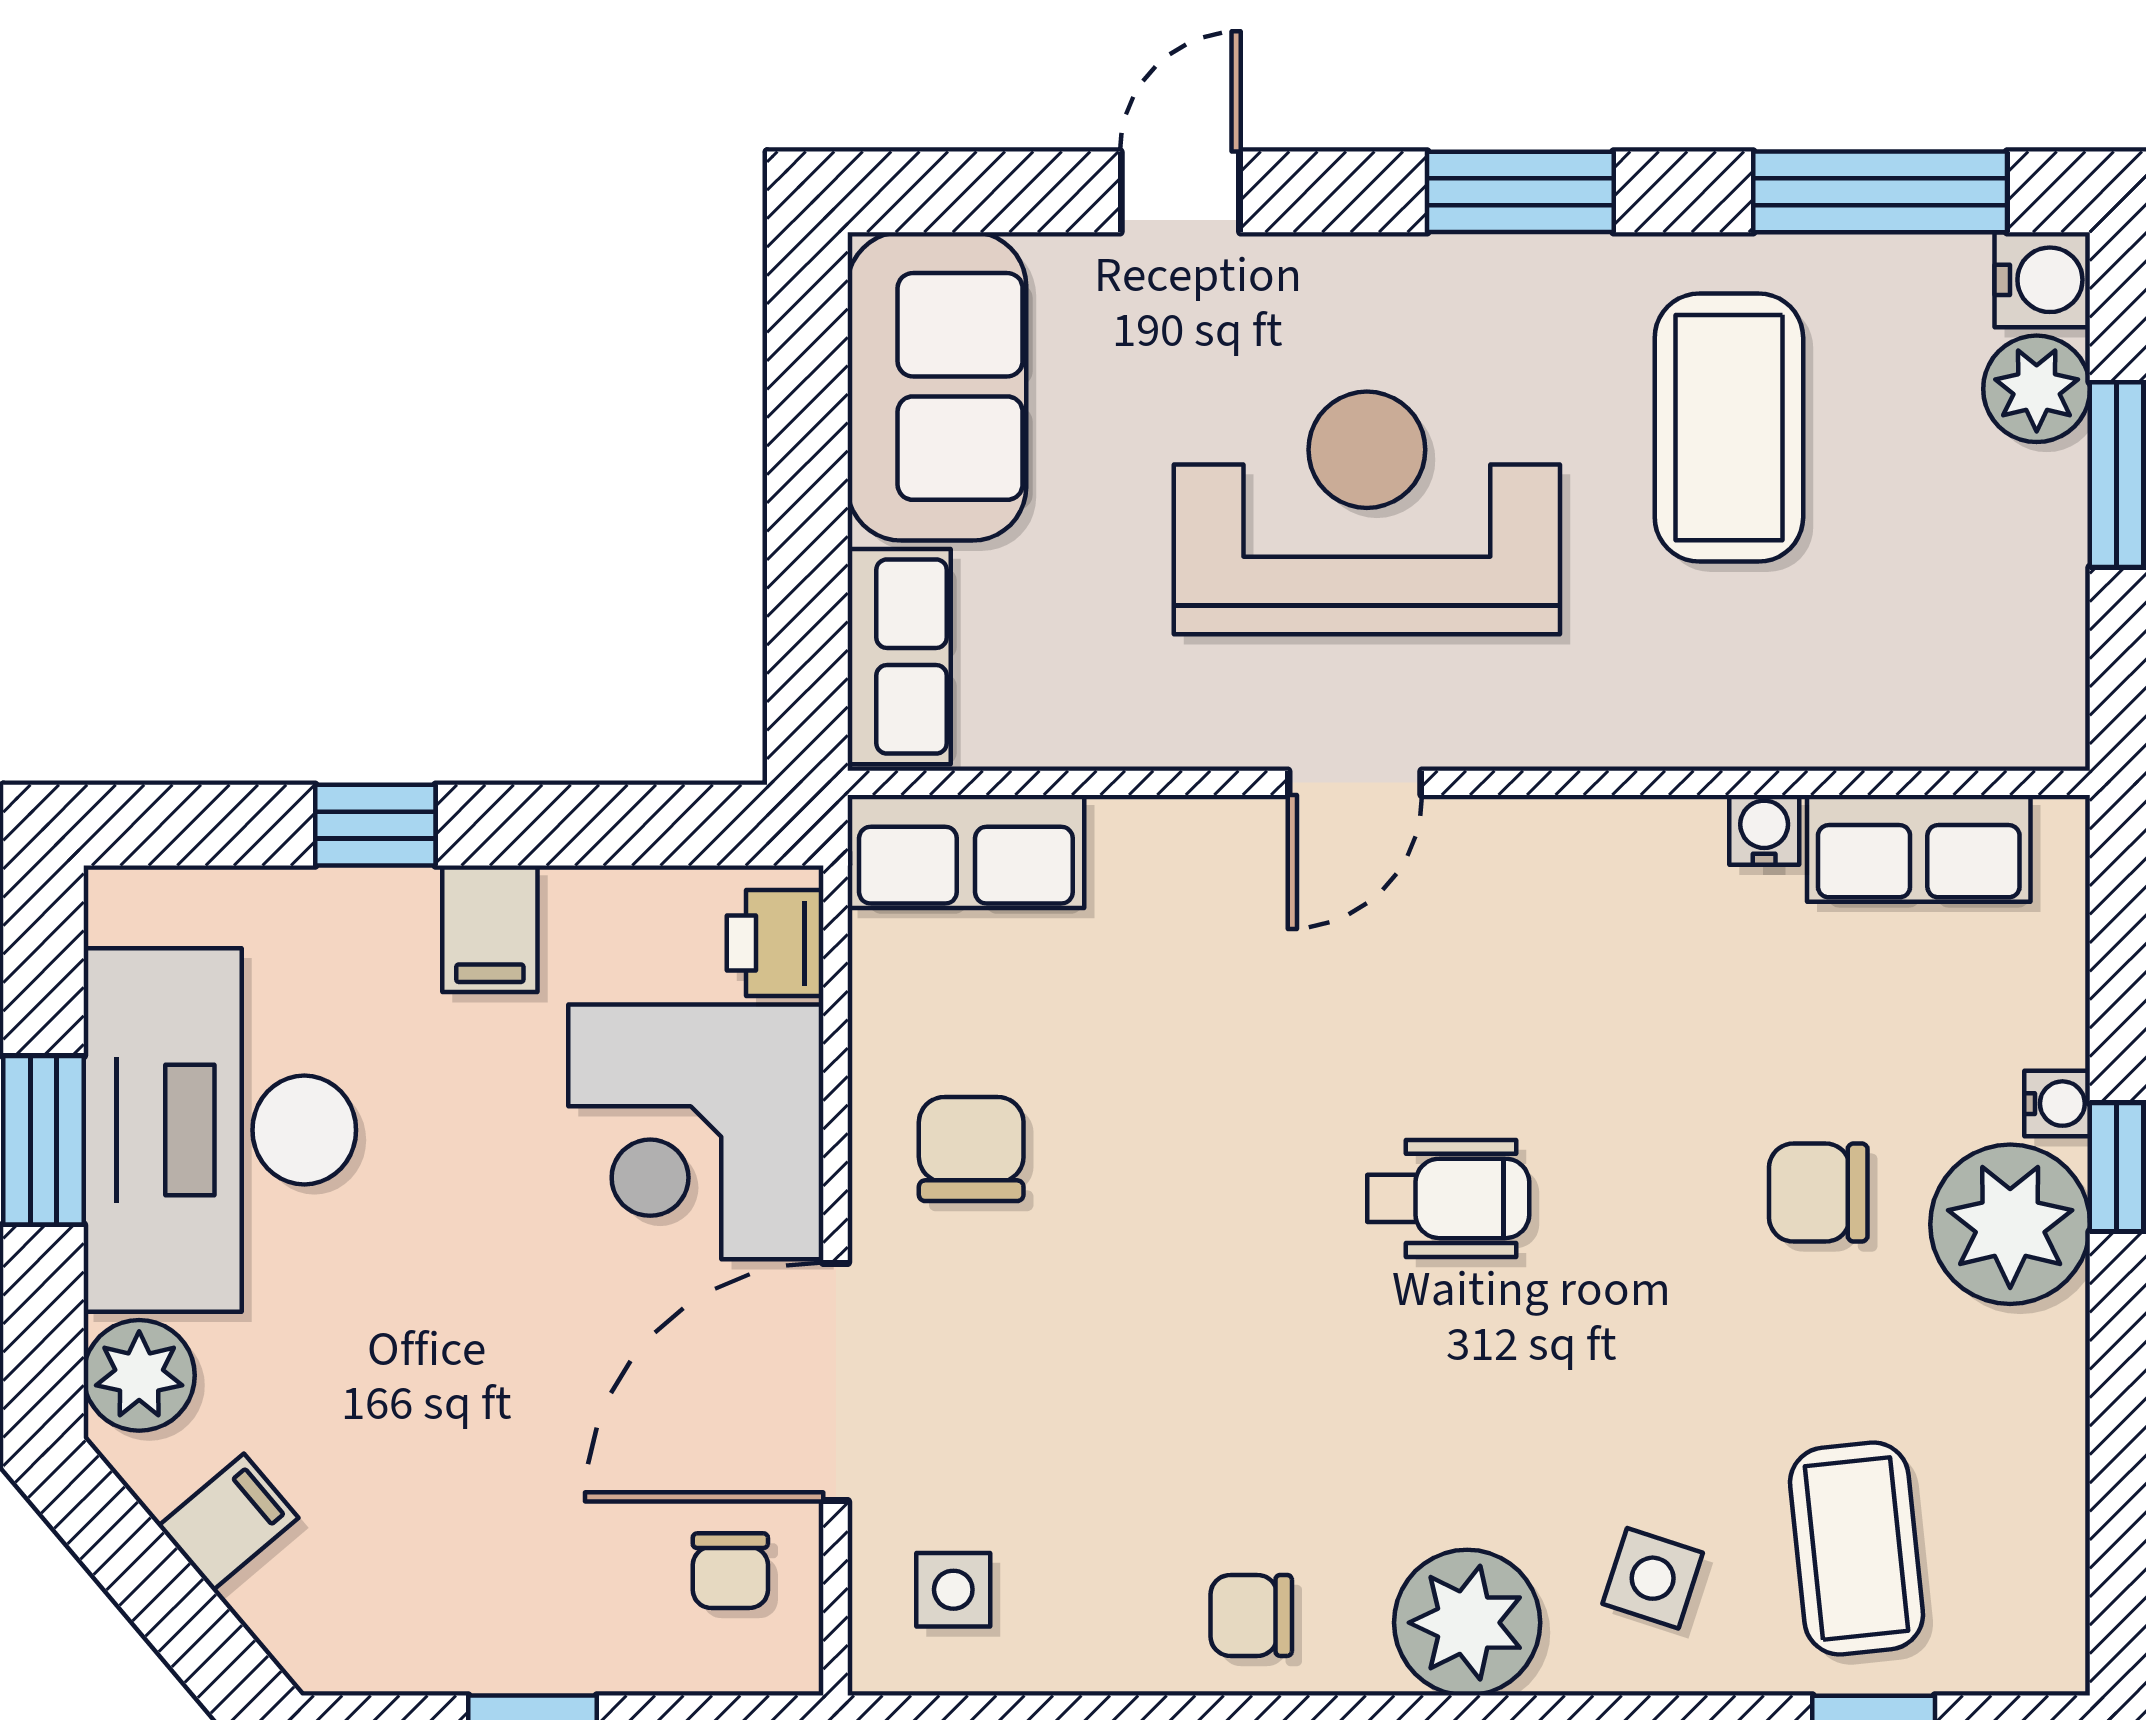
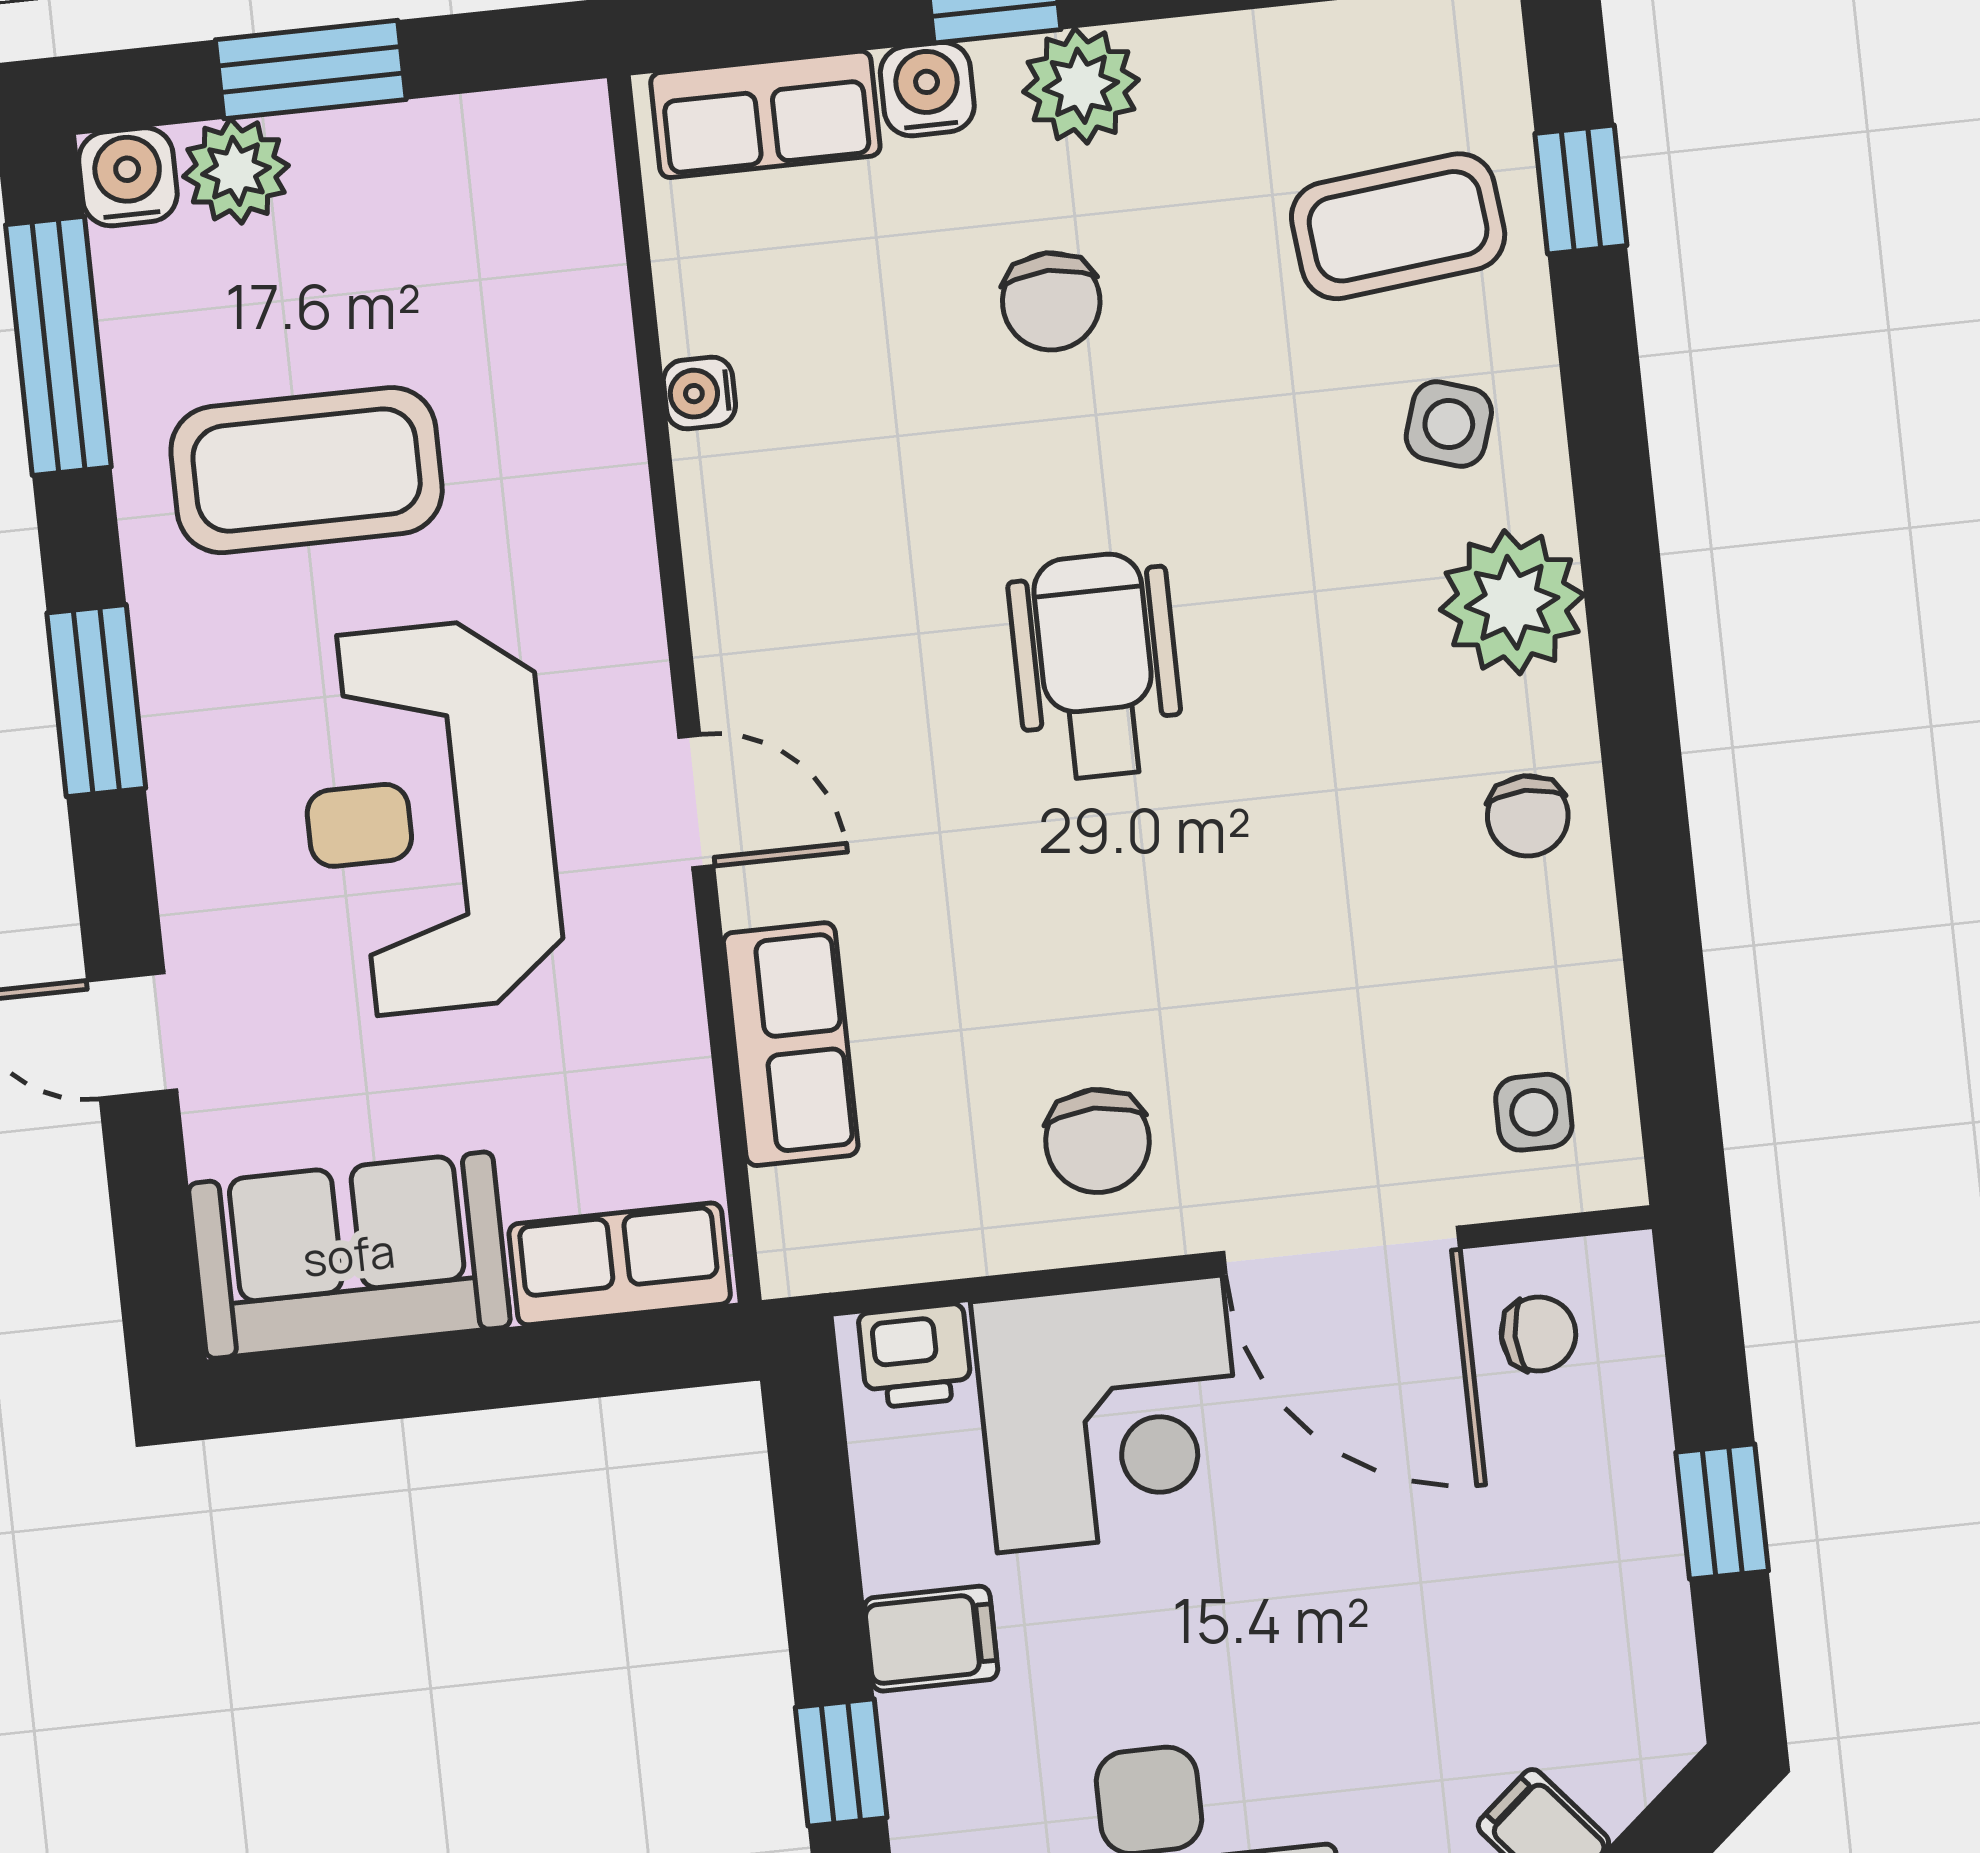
row of seats: (1919, 848) -> (765, 114), moved, turned 90
row of seats: (966, 852) -> (791, 1044), moved
water cooler: (2057, 1104) -> (927, 89), width x1.38, depth x1.38
chair: (971, 1149) -> (1097, 1141), turned -90
wheelchair: (1448, 1198) -> (1096, 666), width x1.36, depth x1.37
plant: (2010, 1224) -> (1081, 86), width x0.73, depth x0.73

